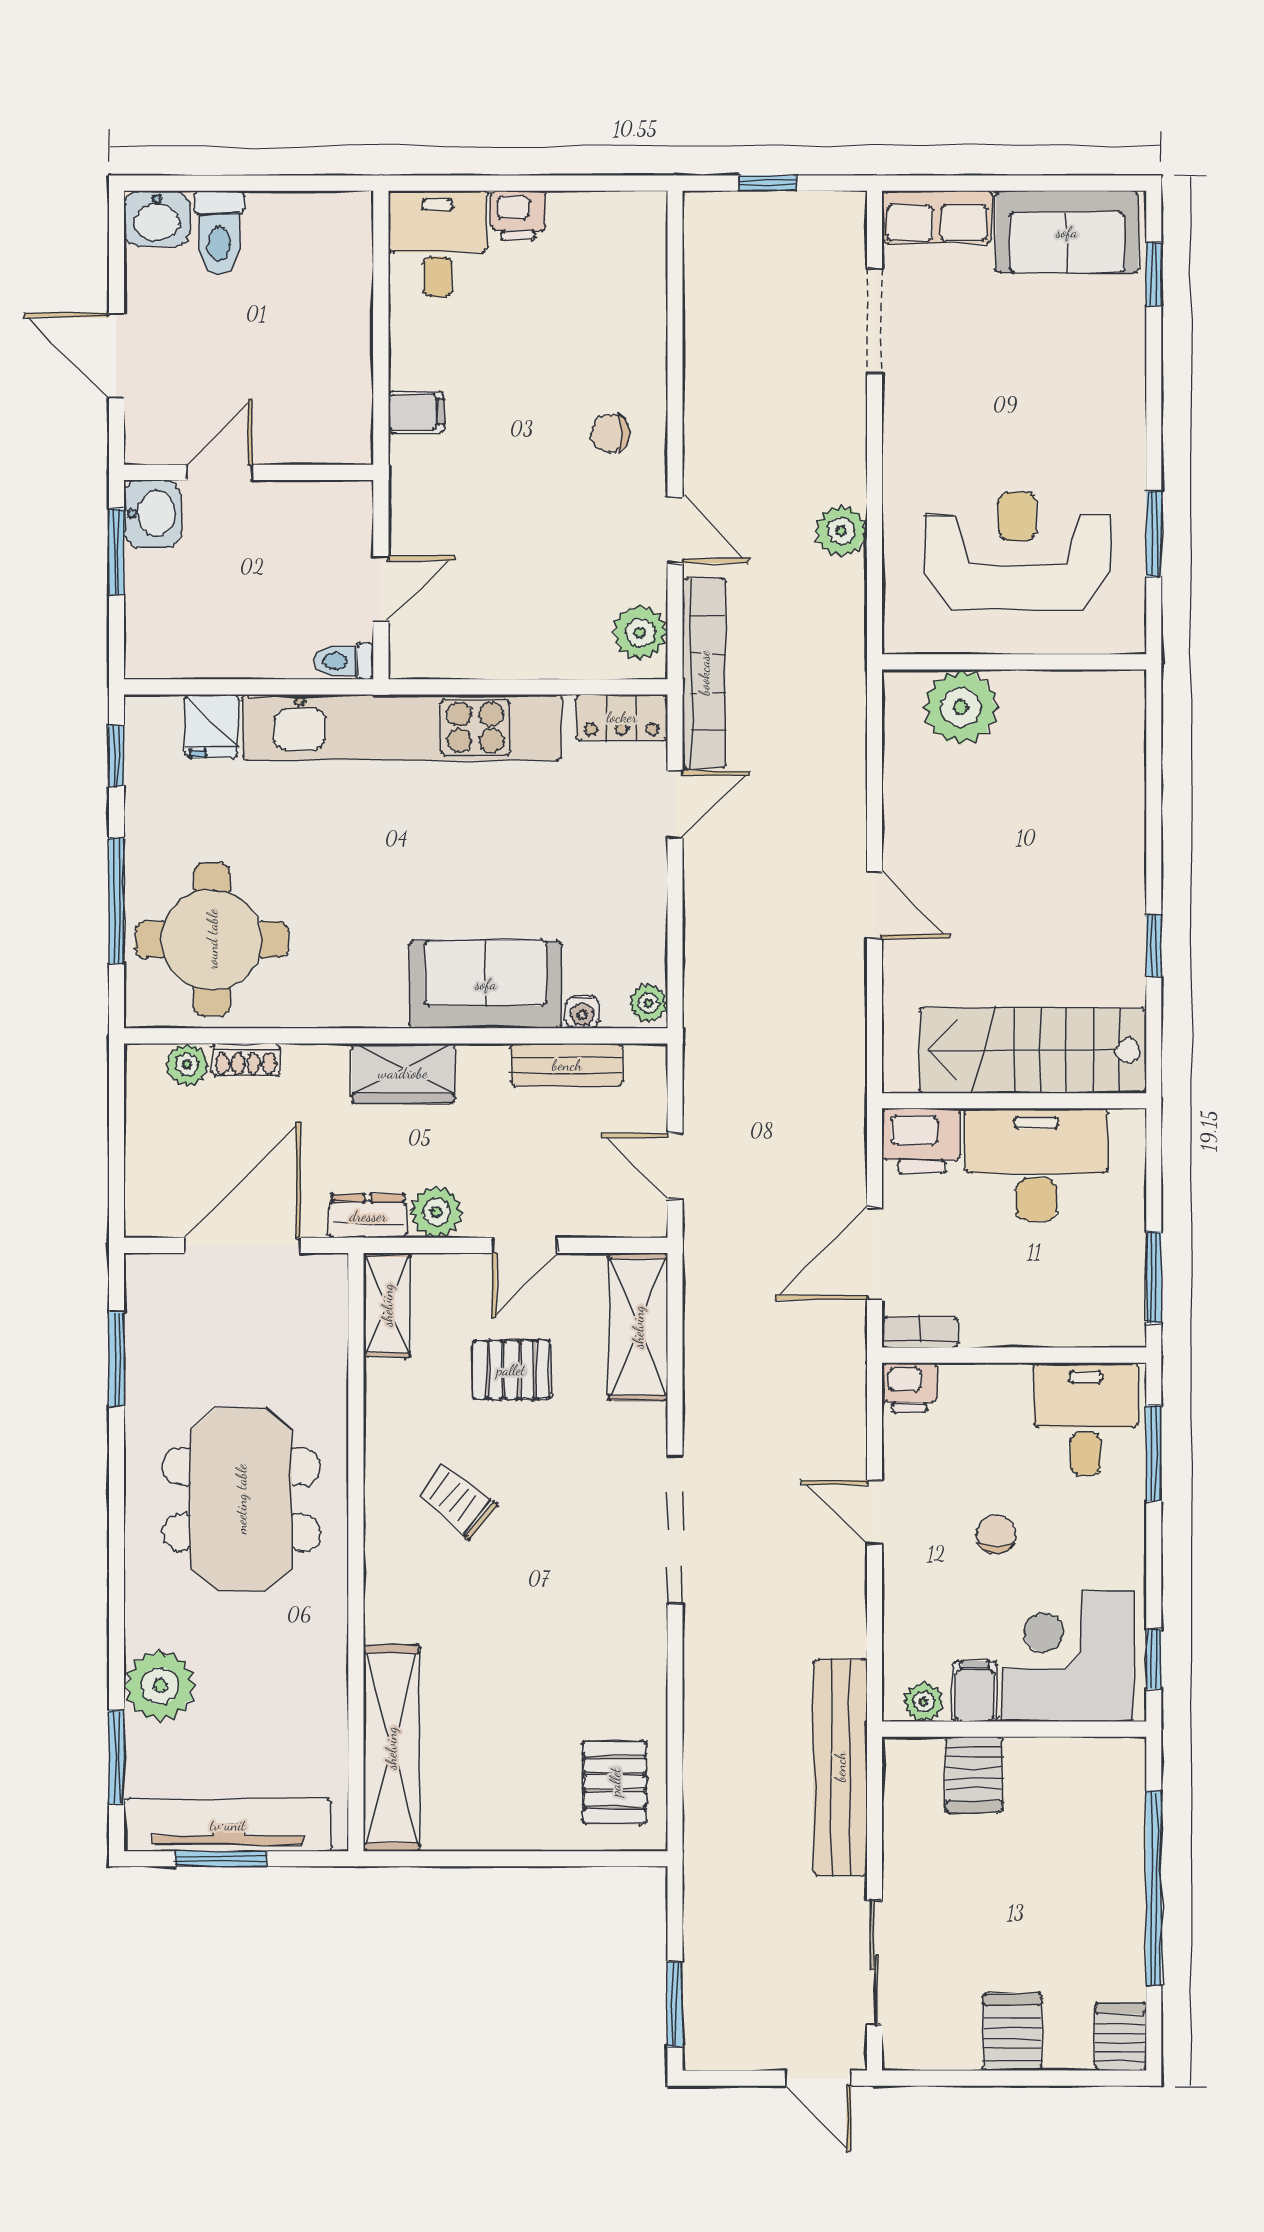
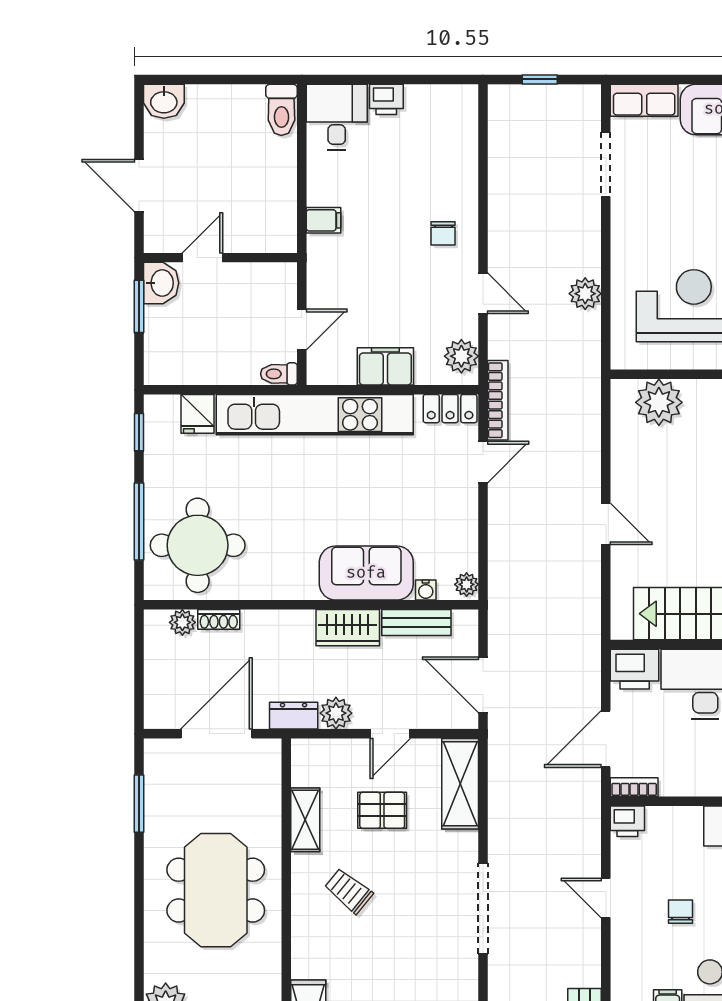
toilet: (219, 232) -> (281, 110), moved
chair: (610, 433) -> (443, 233), turned -90
filing cabinet: (517, 649) -> (385, 366), added
bookcase: (704, 673) -> (498, 400), width x0.68, depth x0.76
wardrobe: (403, 1073) -> (348, 628), moved
door: (675, 1166) -> (483, 685), width x1.38
shelving: (387, 1305) -> (305, 820), moved

